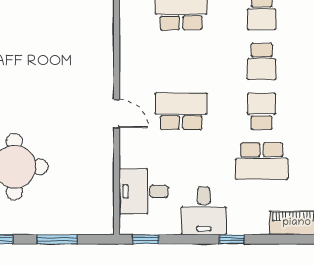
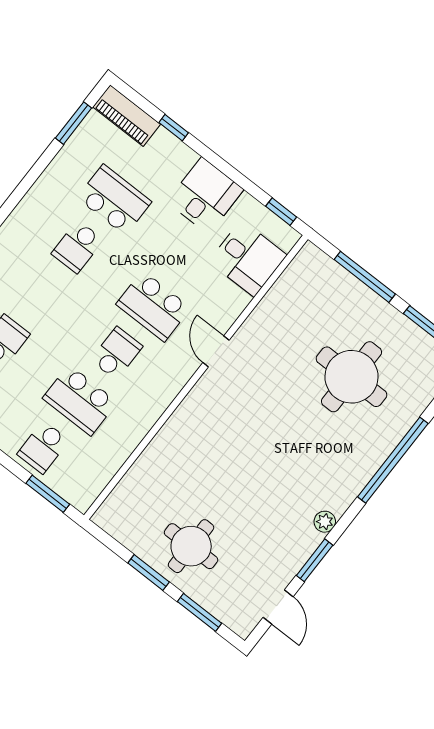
school desk: (262, 61) -> (117, 353), moved
window: (57, 239) -> (365, 277), width x1.44
window: (232, 239) -> (174, 128), moved

